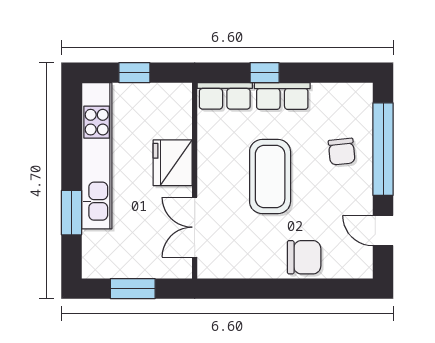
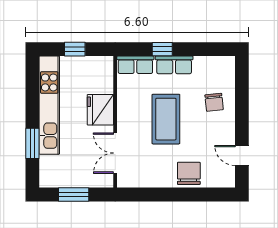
window: (383, 149) -> (242, 101), removed
chair: (304, 257) -> (189, 173), turned -90

